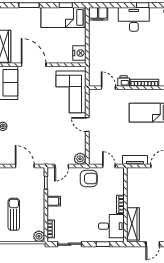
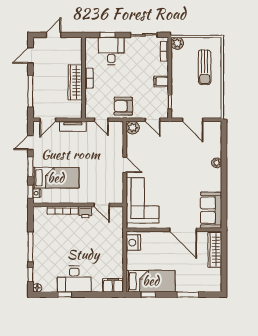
door: (62, 166) -> (153, 120), swing flipped
wardrobe: (133, 224) -> (75, 82), moved
desk: (111, 226) -> (111, 51), moved, turned 90

